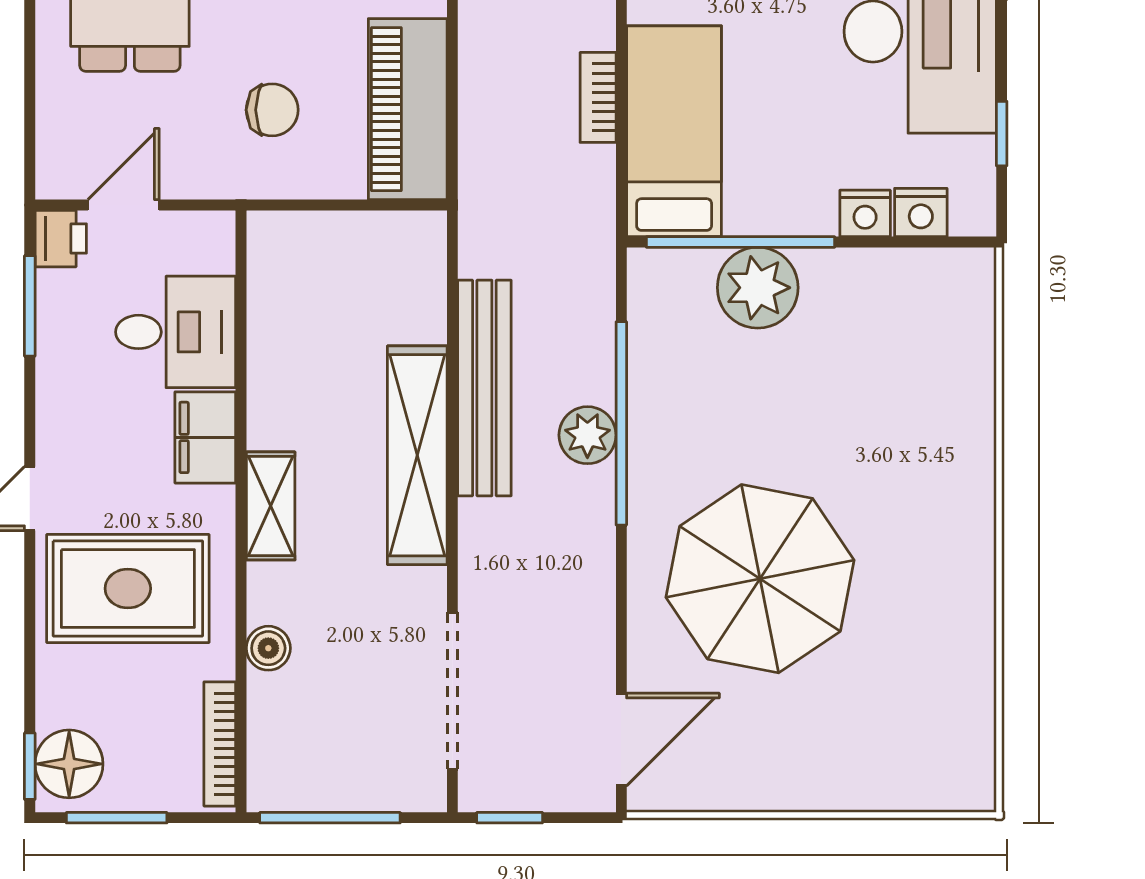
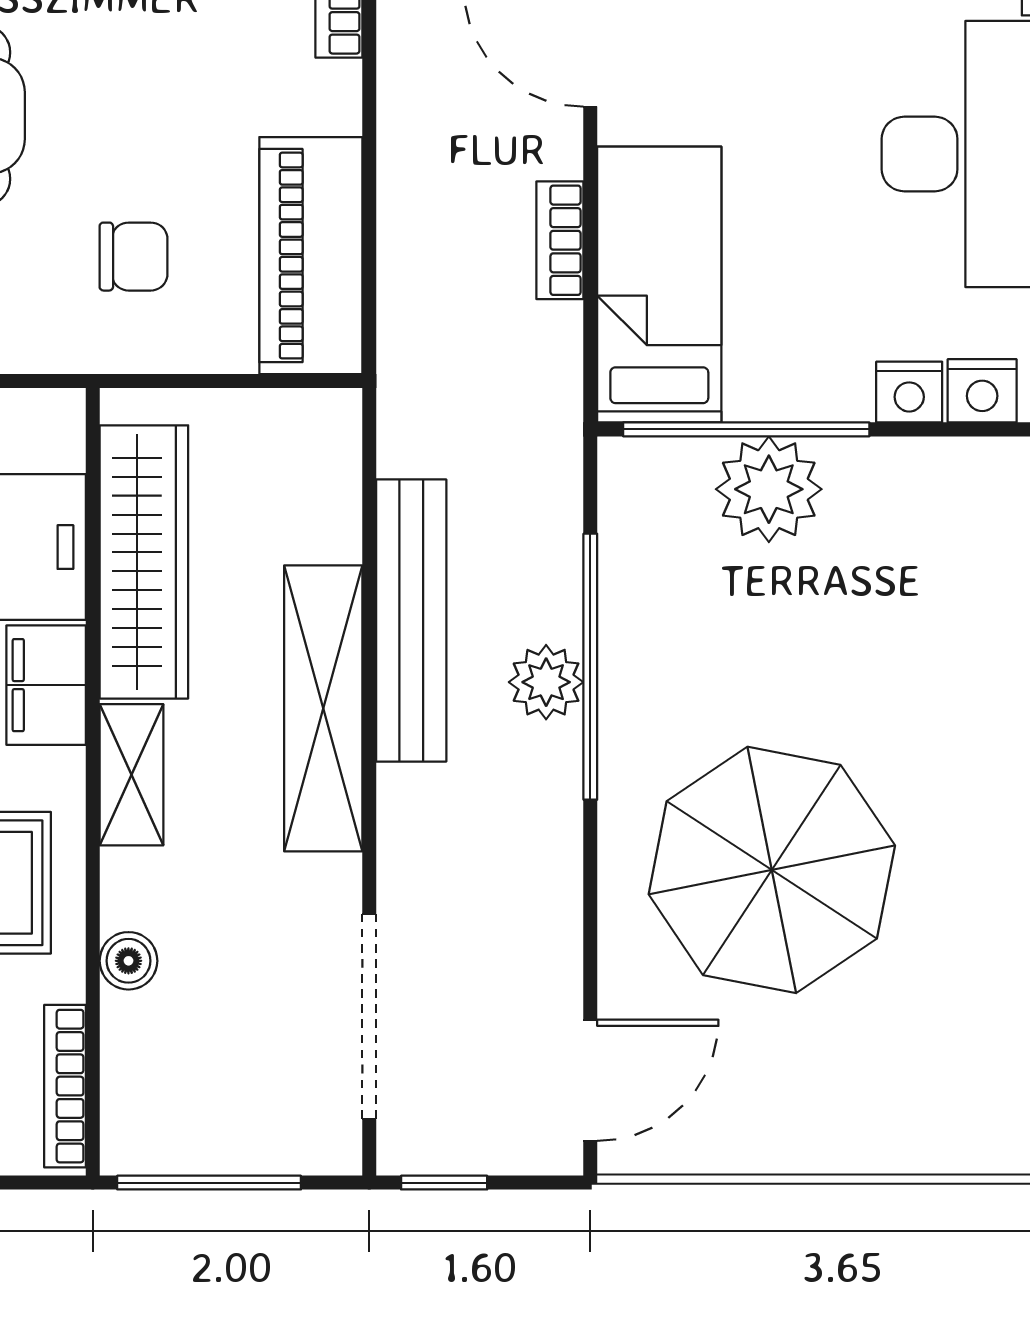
wardrobe: (280, 343) -> (144, 562), added

